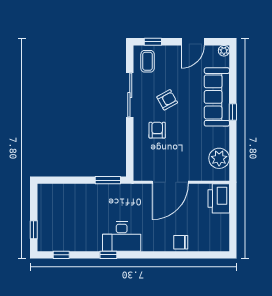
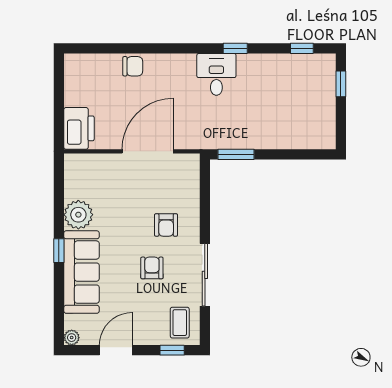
armchair: (167, 100) -> (152, 268), turned 119
plant: (219, 158) -> (78, 215), moved
desk: (122, 237) -> (216, 74), width x0.73

